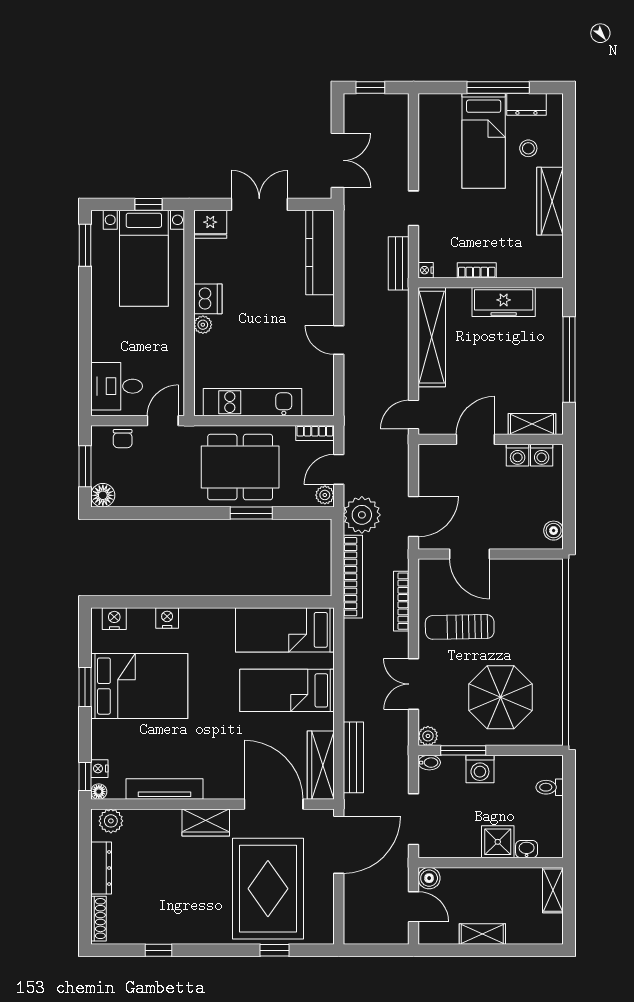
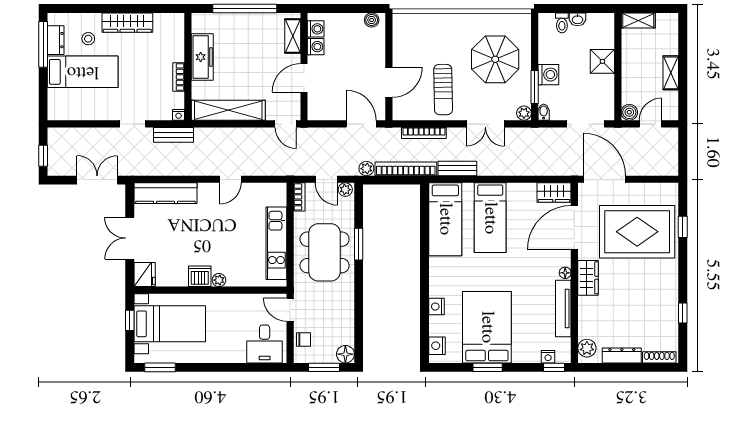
window: (498, 87) -> (43, 44), moved
door: (475, 439) -> (304, 78), hinge flipped
plant: (362, 515) -> (366, 169), width x0.53, depth x0.53
bench: (353, 757) -> (457, 168), moved, width x0.73
wardrobe: (321, 765) -> (554, 193), width x0.67
floor lamp: (99, 792) -> (565, 273), moved
washbasin: (527, 849) -> (578, 19), moved, turned -90

